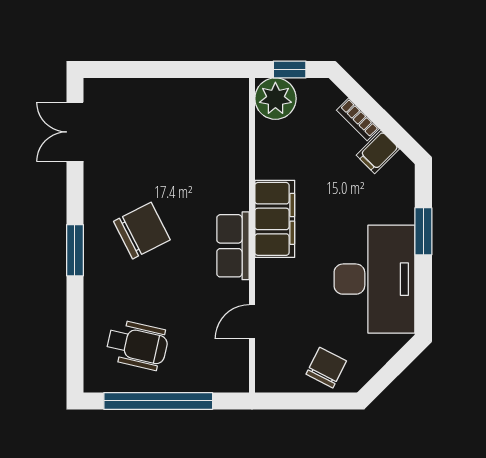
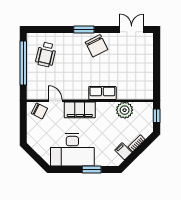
plant: (275, 99) -> (125, 110), moved
filing cabinet: (275, 219) -> (80, 110), moved
chair: (142, 231) -> (97, 46), moved
row of seats: (233, 246) -> (102, 93), moved
chair: (326, 368) -> (39, 111), moved

